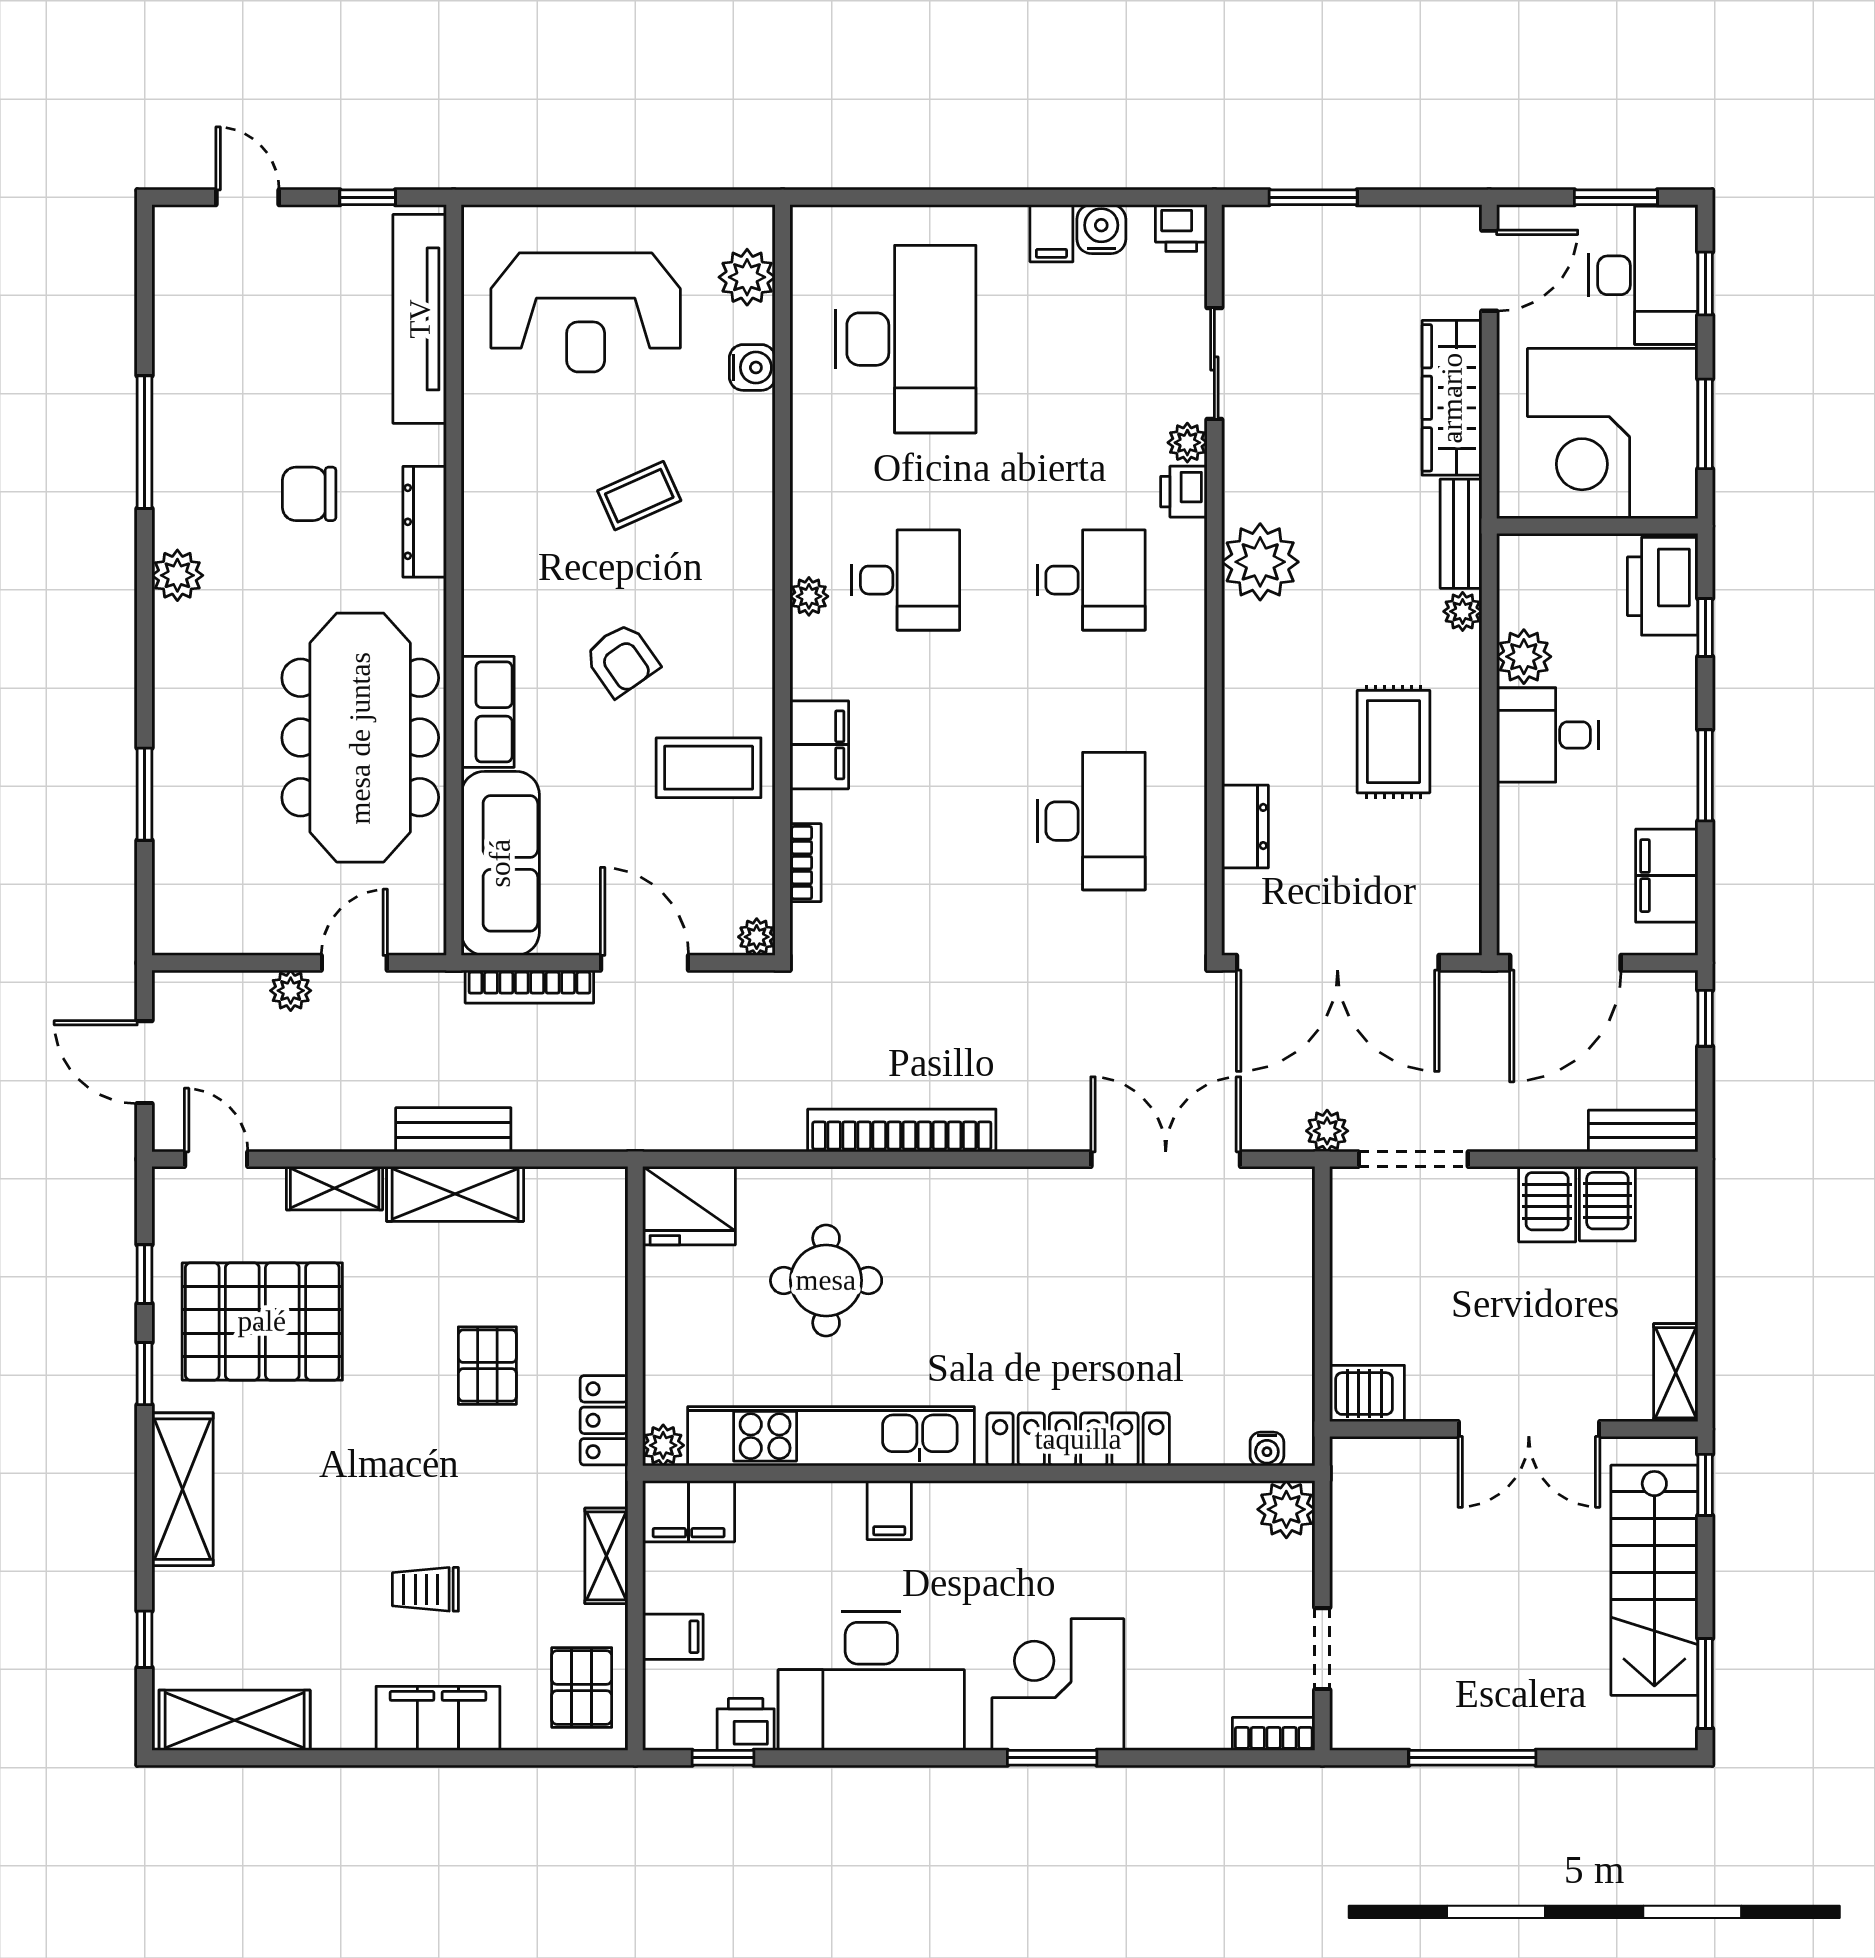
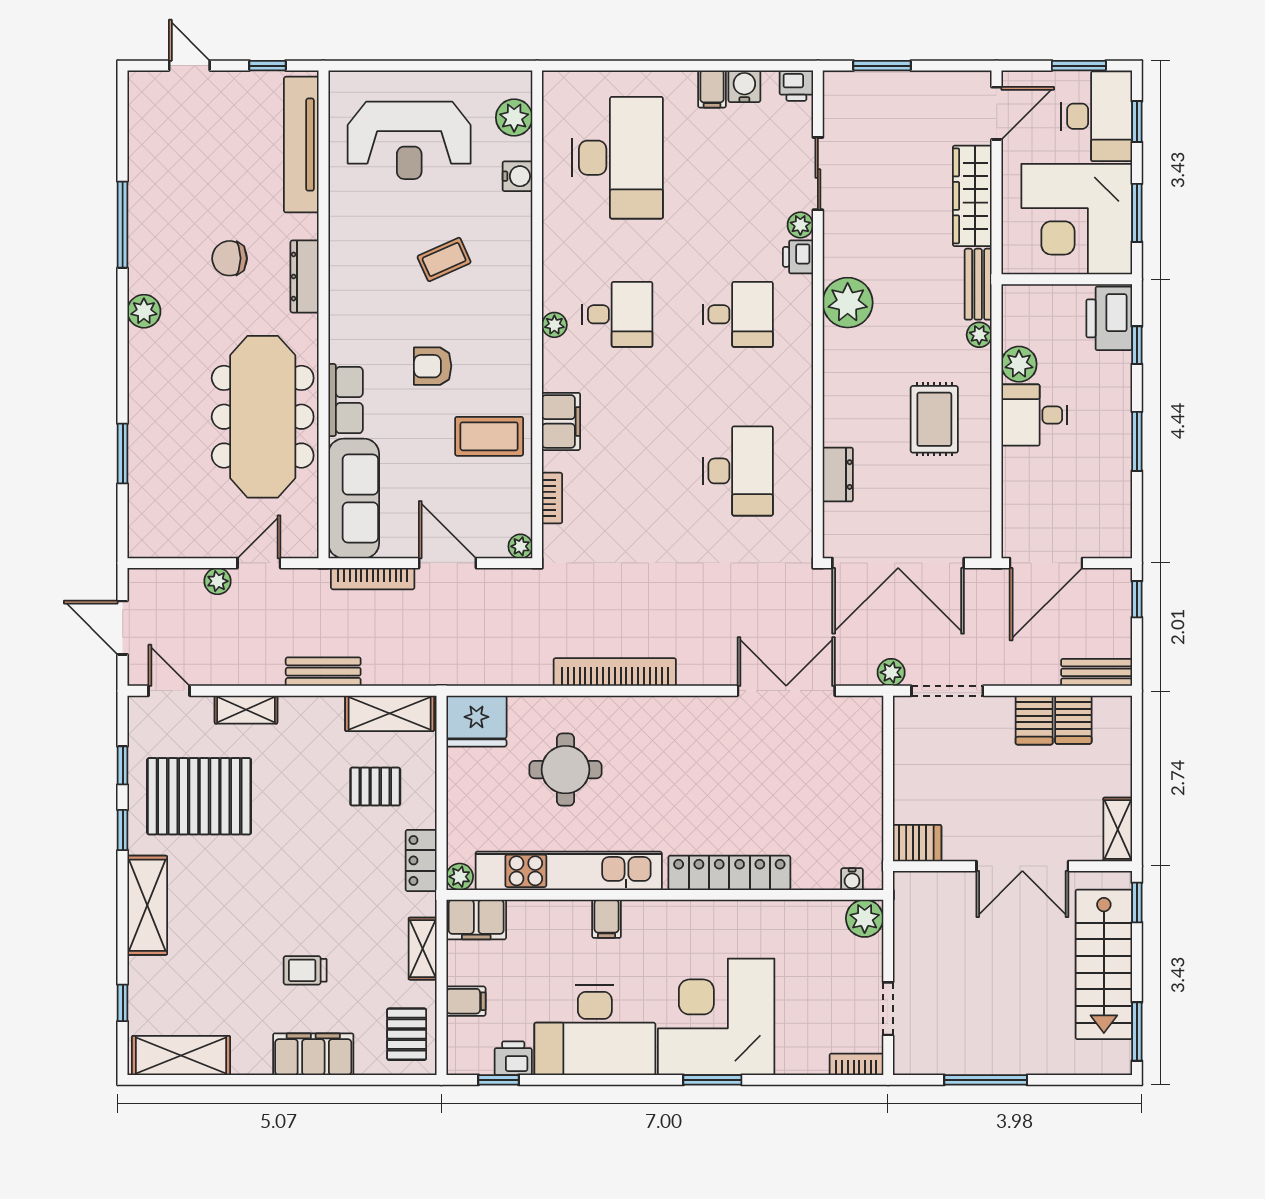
armchair: (622, 660) -> (433, 366), turned 125
filing cabinet: (1667, 876) -> (1112, 506), removed
shelving: (455, 1194) -> (390, 713), moved
pallet: (487, 1366) -> (375, 787), moved, turned 90
corner desk: (1058, 1685) -> (716, 1017), width x1.36, depth x1.36

